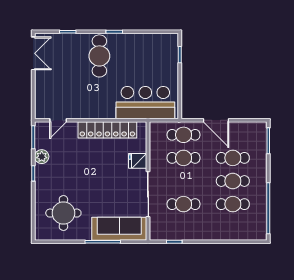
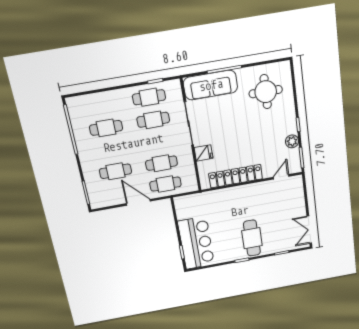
bar counter: (145, 103) -> (196, 243), moved, turned -90
cafe table: (233, 181) -> (149, 97), moved

